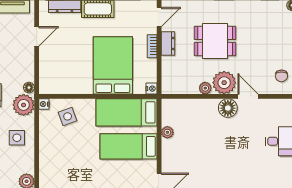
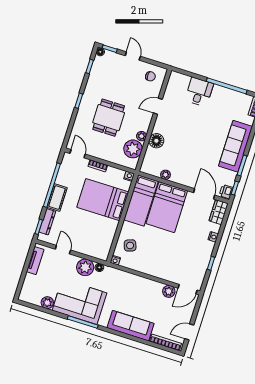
dresser: (168, 43) -> (99, 153), removed
plant: (224, 83) -> (133, 149), moved
plant: (24, 105) -> (85, 267), moved
floor lamp: (228, 108) -> (156, 141), moved
side table: (17, 138) -> (134, 288), removed
bed: (128, 146) -> (167, 207), width x1.50

